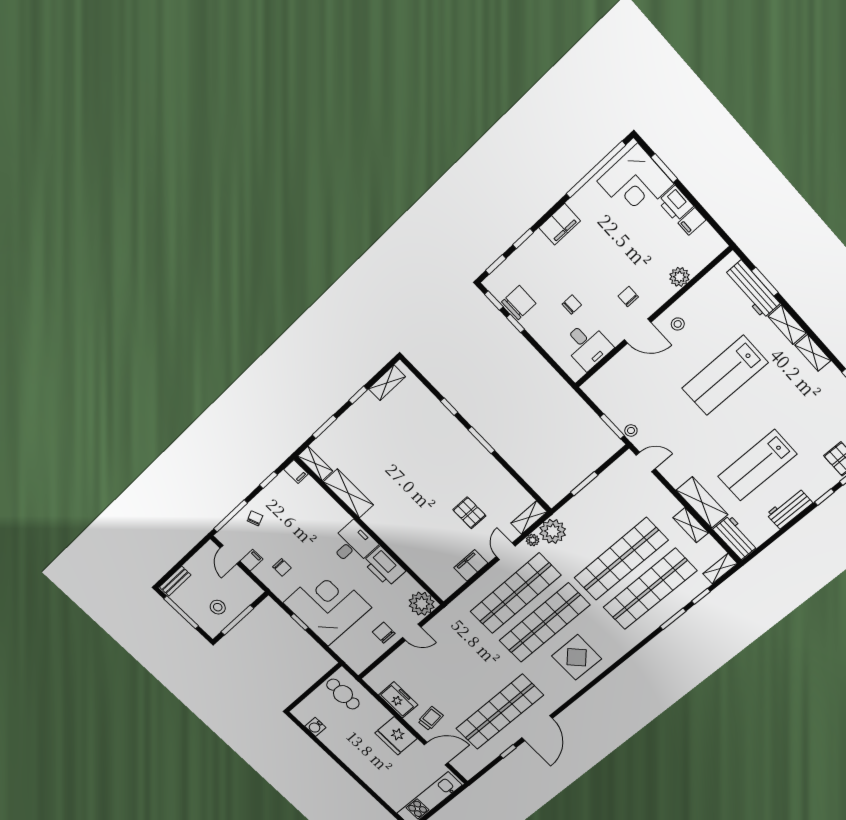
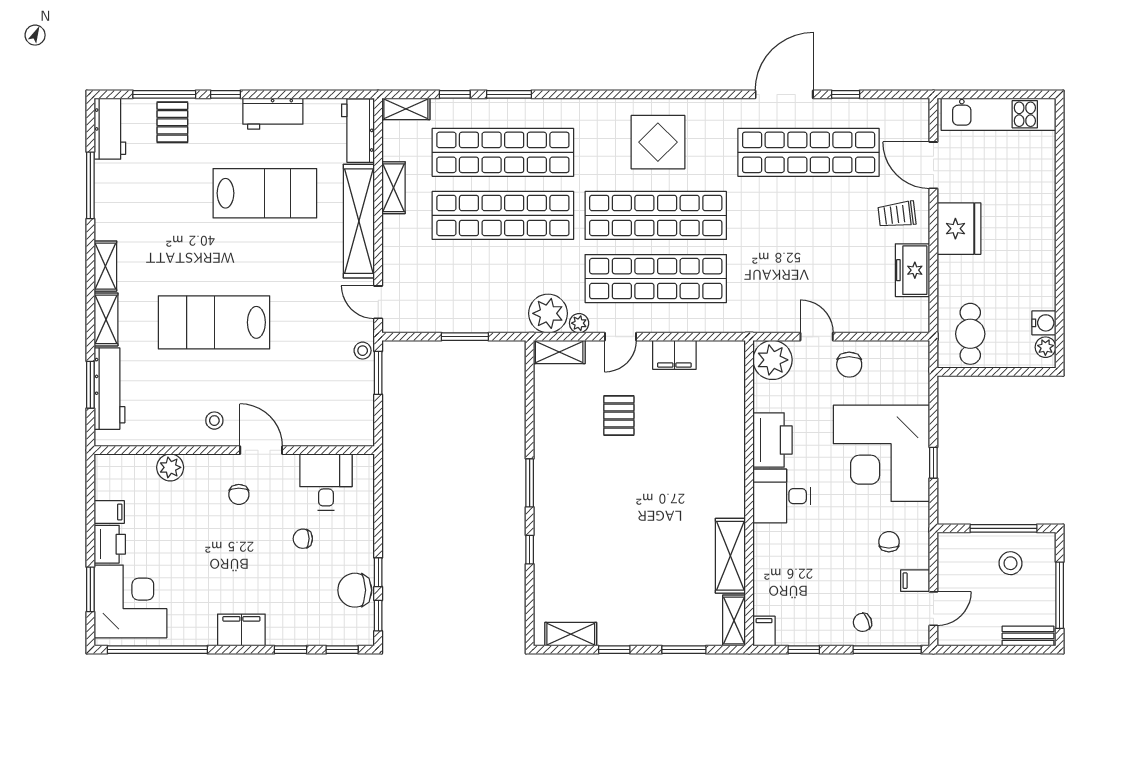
lab bench: (725, 375) -> (214, 322), turned 180
shelving: (702, 502) -> (359, 221), width x1.47
plant: (304, 717) -> (1045, 347), added

